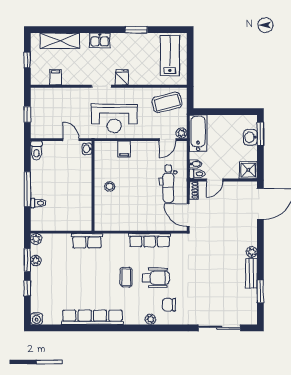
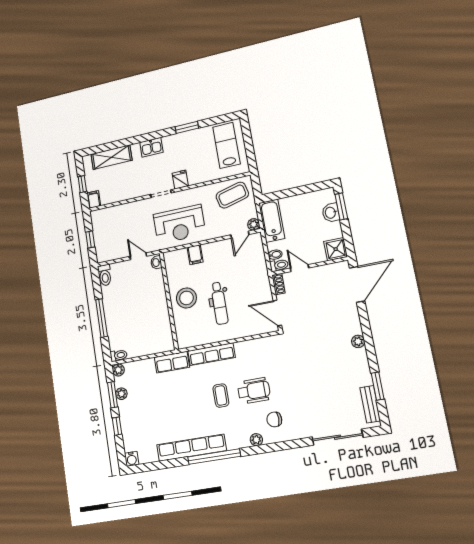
filing cabinet: (56, 77) -> (94, 199), moved
door: (214, 180) -> (300, 268), swing flipped
dental chair: (168, 184) -> (219, 303), moved
stool: (110, 186) -> (186, 298), width x1.89, depth x1.89
toilet: (38, 203) -> (119, 355), moved
row of seats: (150, 240) -> (211, 354), moved
bench: (251, 273) -> (370, 404), moved
window: (111, 328) -> (214, 457), added

